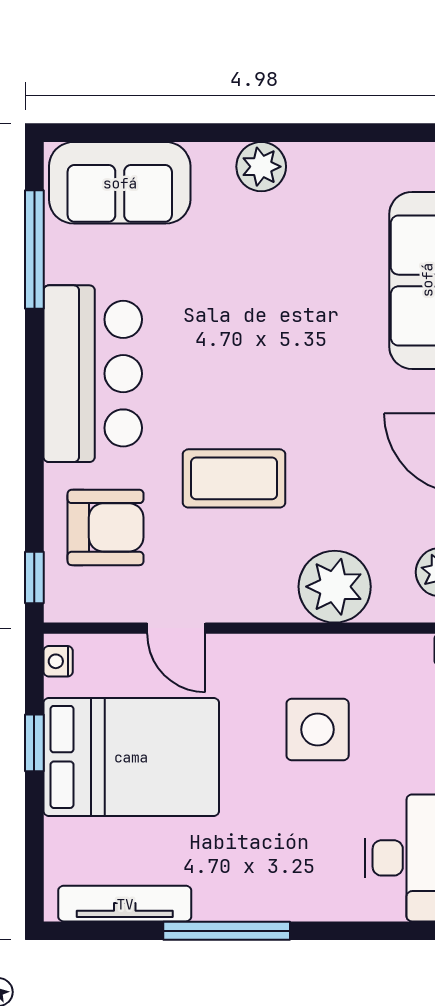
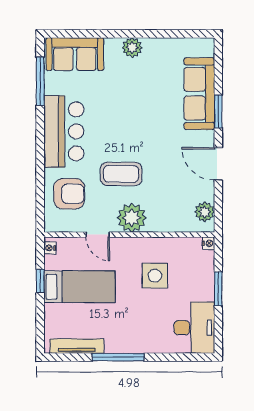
window: (34, 577) -> (40, 214), removed
plant: (335, 587) -> (132, 218), moved
bed: (131, 757) -> (79, 287), width x0.67

